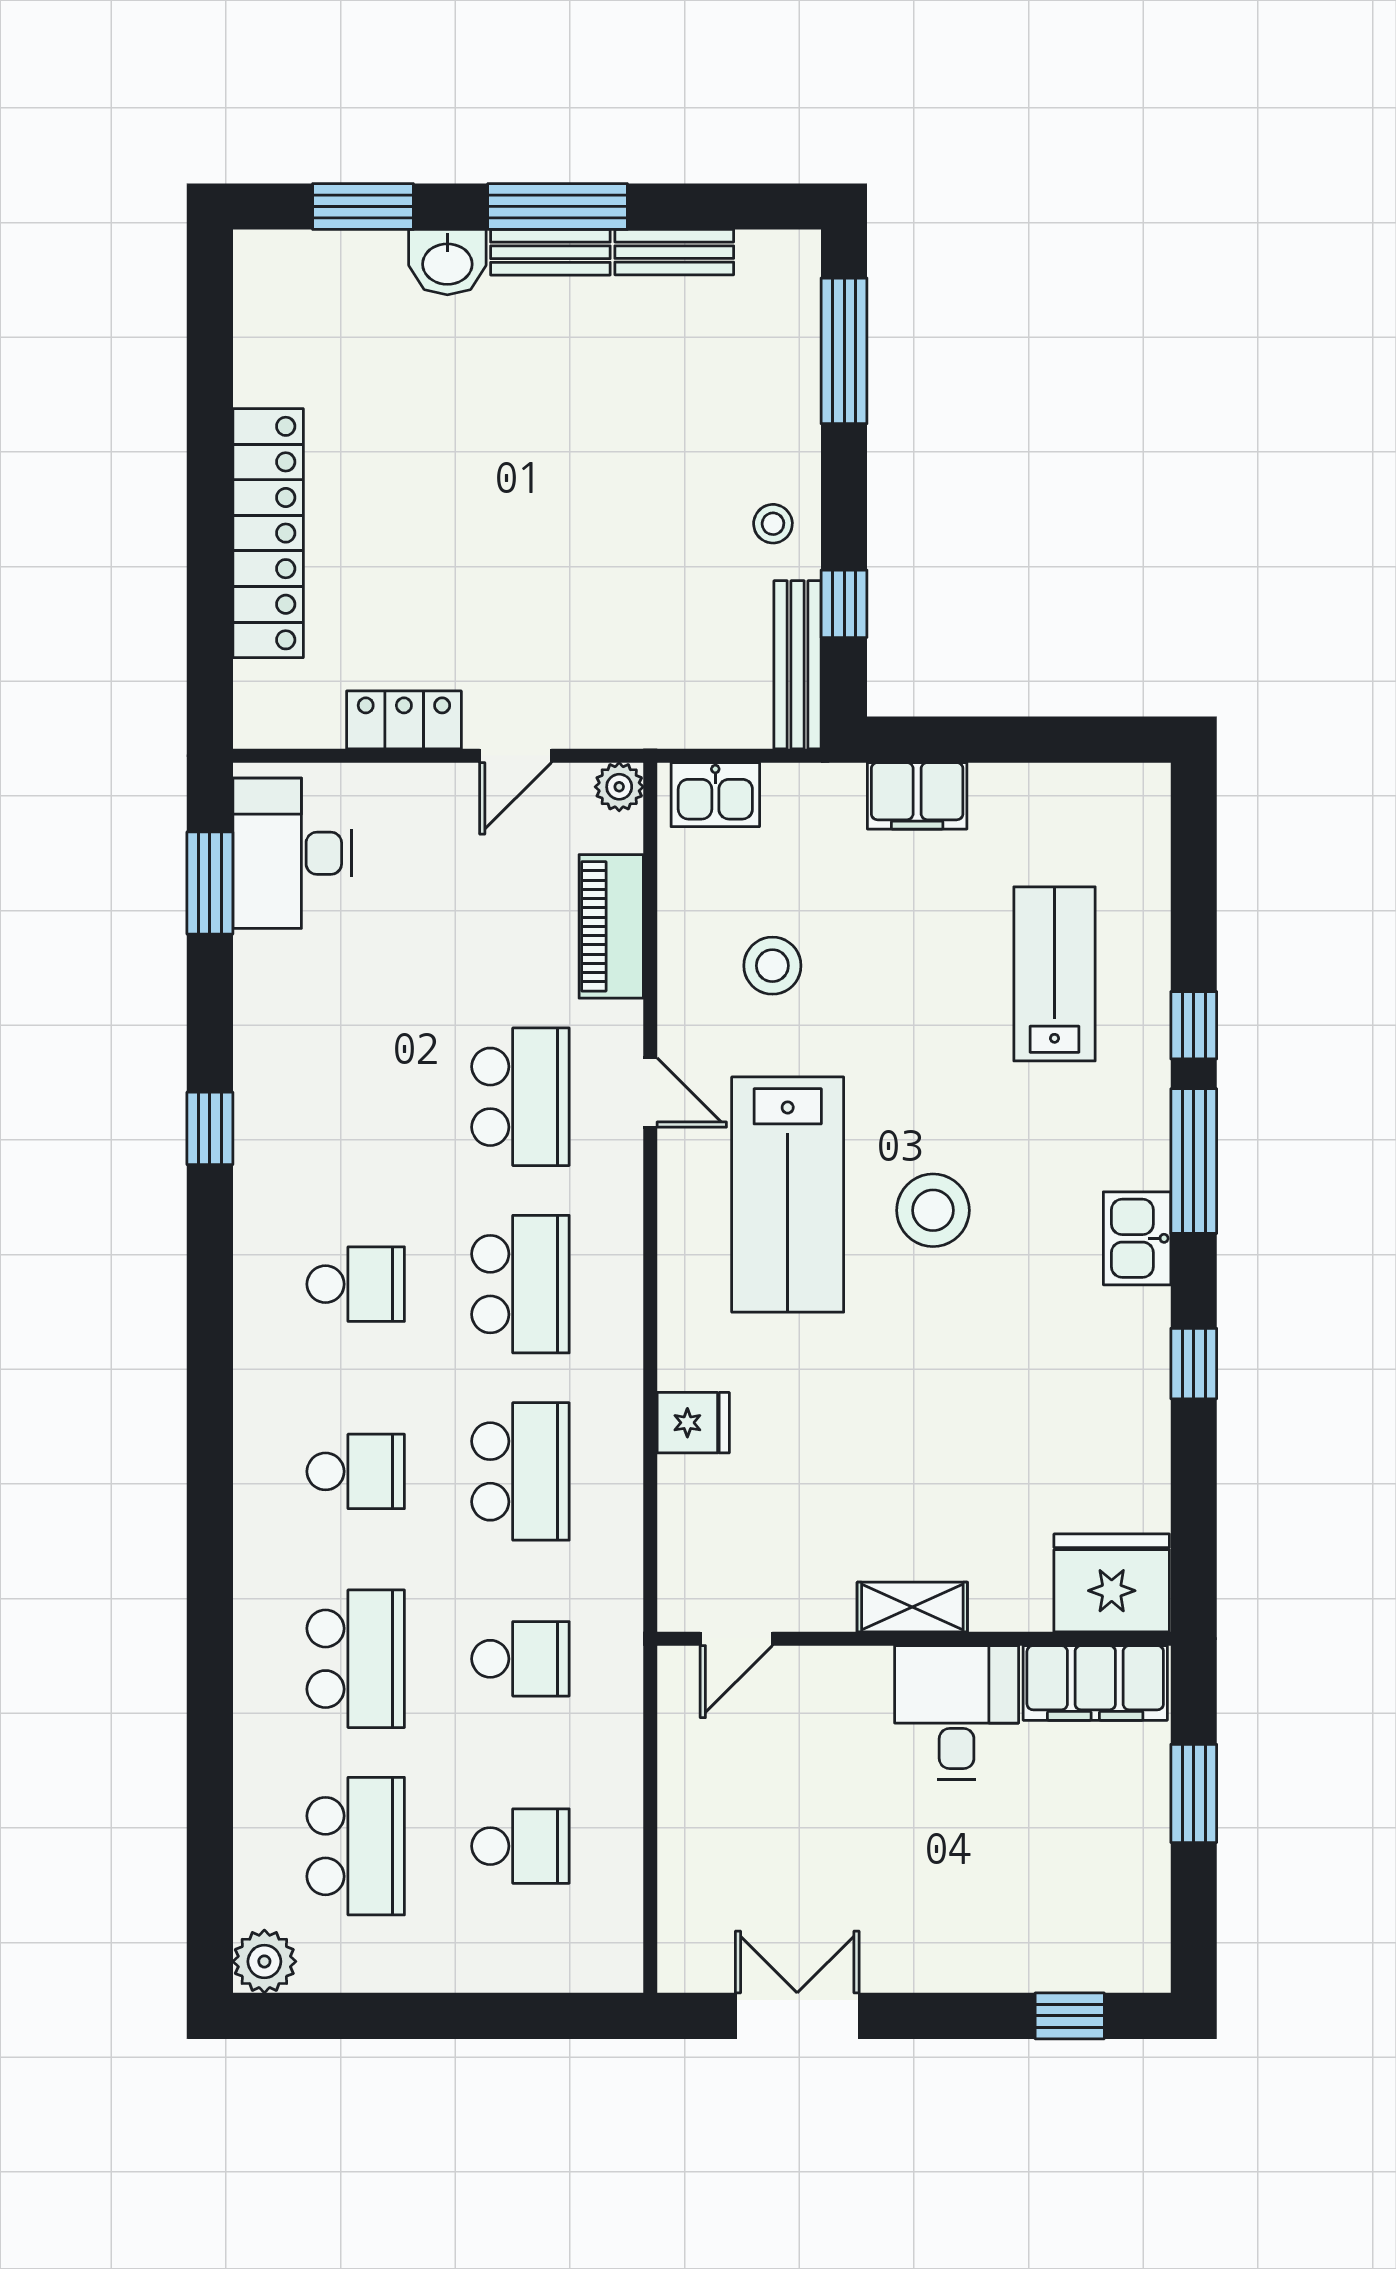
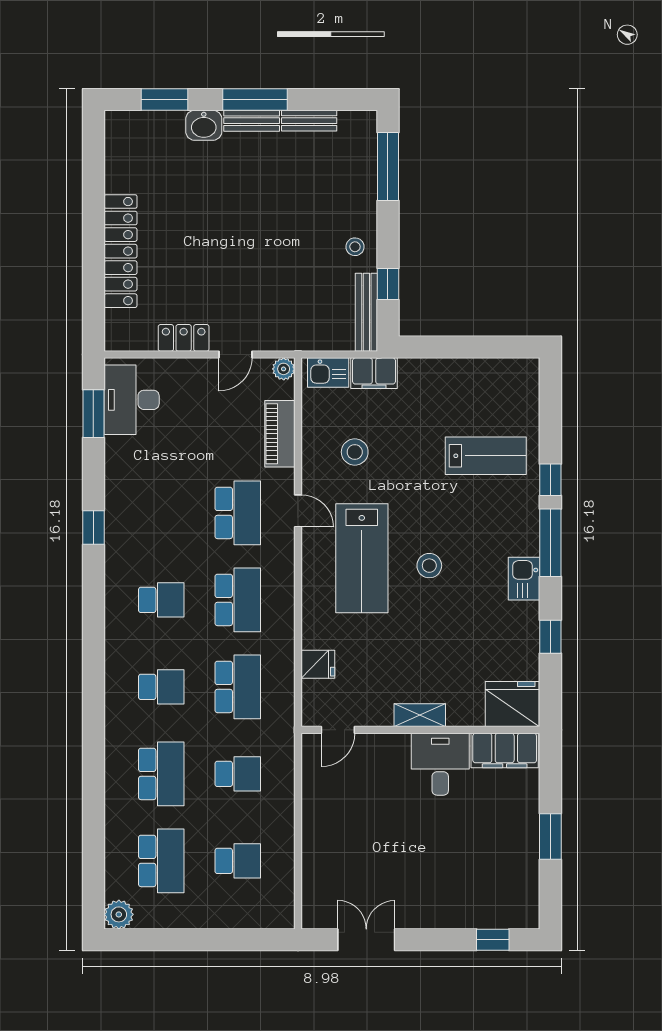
filing cabinet: (917, 796) -> (374, 373), moved
lab bench: (1055, 974) -> (486, 456), turned 90
stool: (933, 1210) -> (429, 566), width x0.73, depth x0.73
fridge: (1112, 1583) -> (512, 704), moved
shelving: (912, 1607) -> (420, 715), moved
door: (736, 1639) -> (338, 730), moved
wall: (914, 1639) -> (420, 730), moved
filing cabinet: (1095, 1683) -> (505, 750), moved
desk: (957, 1712) -> (440, 764), moved

